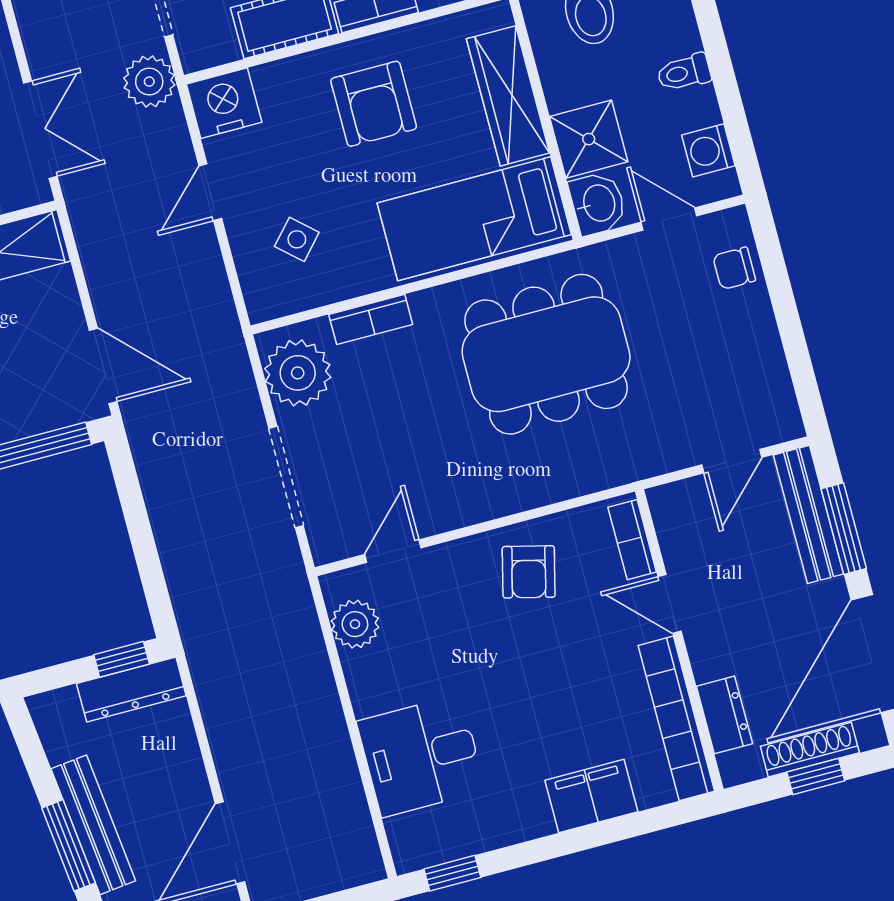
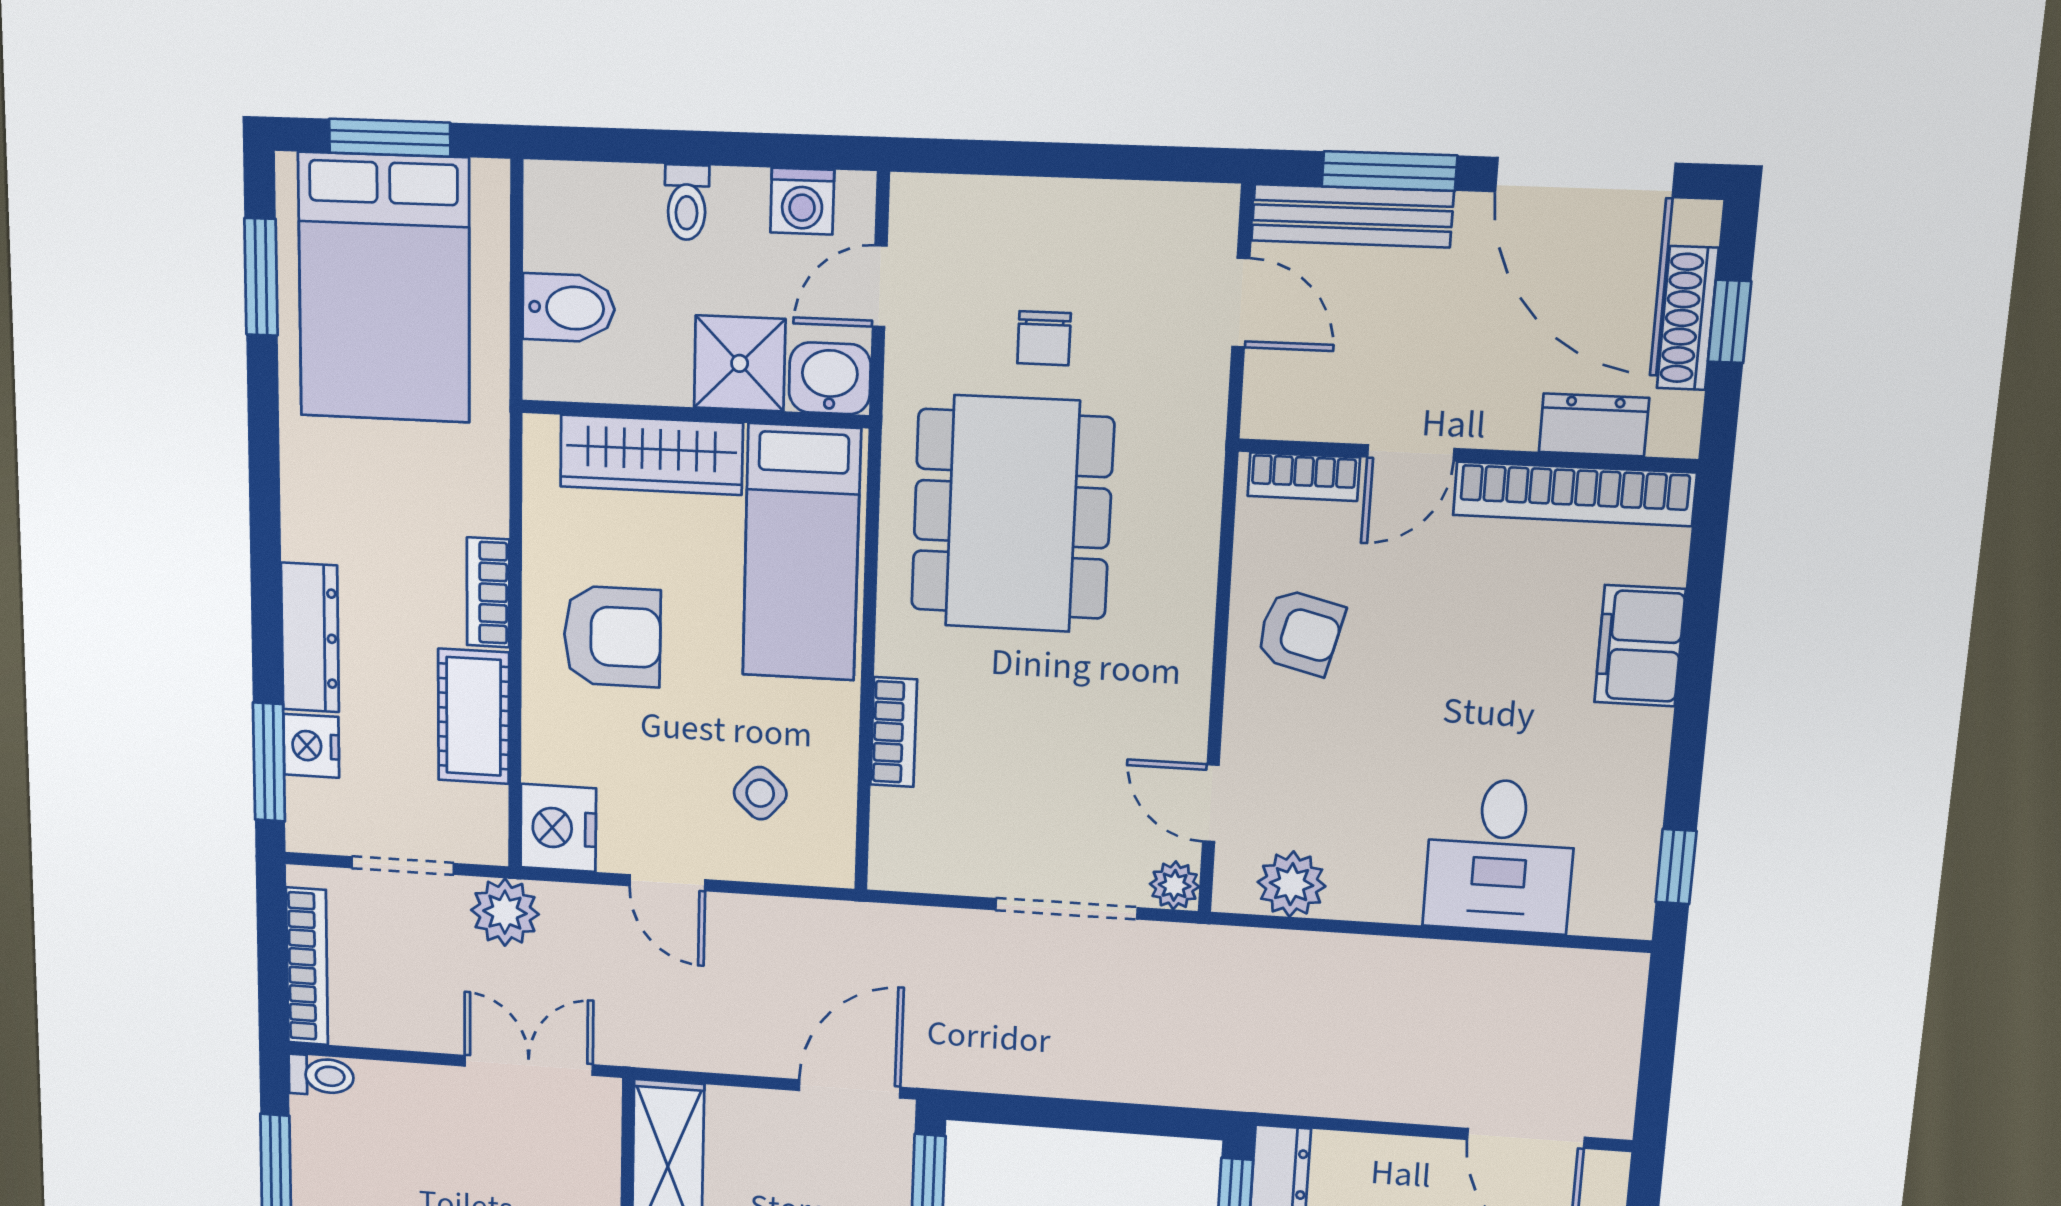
chair: (734, 268) -> (1044, 338), moved
plant: (298, 373) -> (1175, 885), moved, width x0.53, depth x0.53

